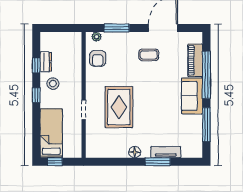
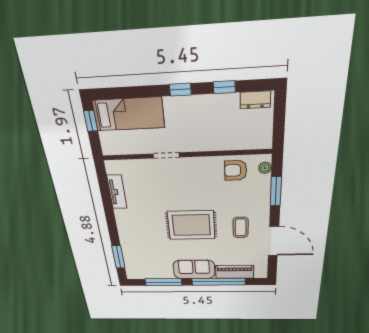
dresser: (46, 62) -> (255, 100), moved
stool: (53, 84) -> (199, 113), removed
rug: (119, 107) -> (191, 225), moved
floor lamp: (135, 152) -> (122, 215), removed
tv unit: (166, 152) -> (117, 192), moved
window: (158, 162) -> (118, 257), moved

